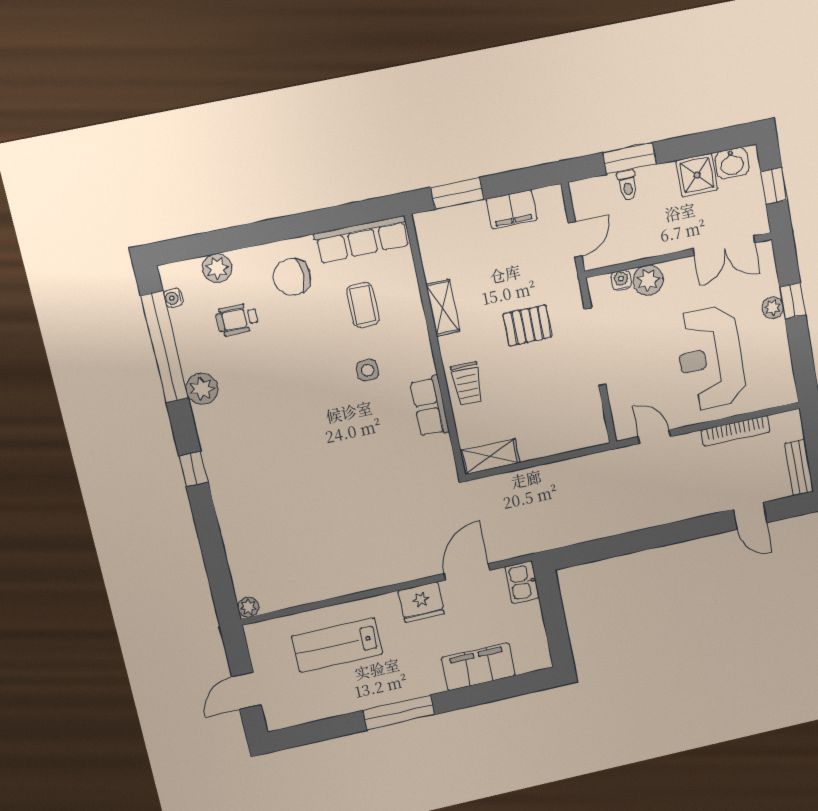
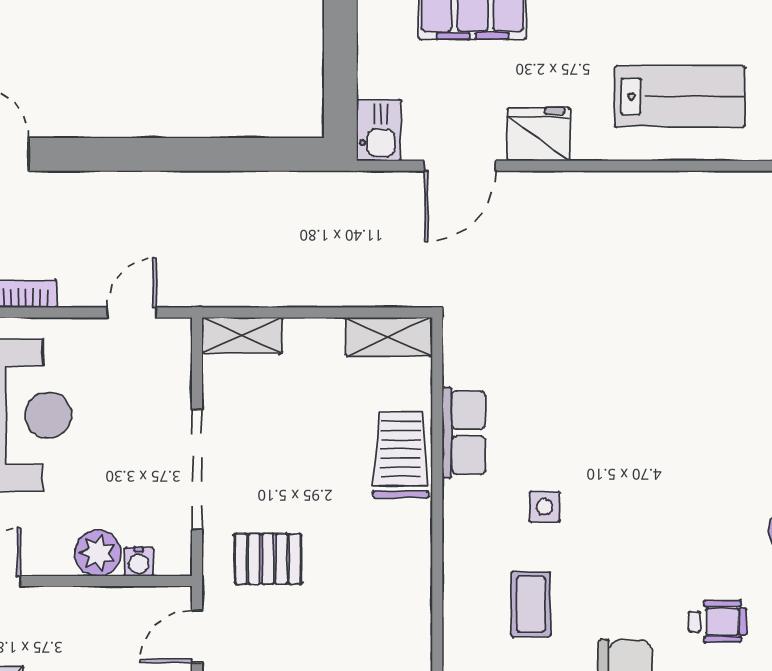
shelving: (443, 308) -> (242, 335), moved, turned 90
pallet: (527, 325) -> (268, 559), moved
trolley: (467, 384) -> (401, 455), width x1.36, depth x1.39
door: (654, 437) -> (132, 312), swing flipped

